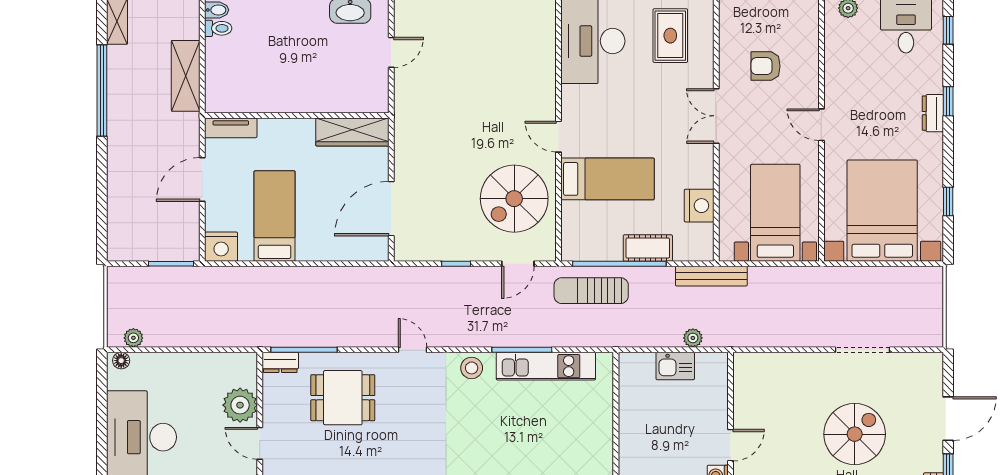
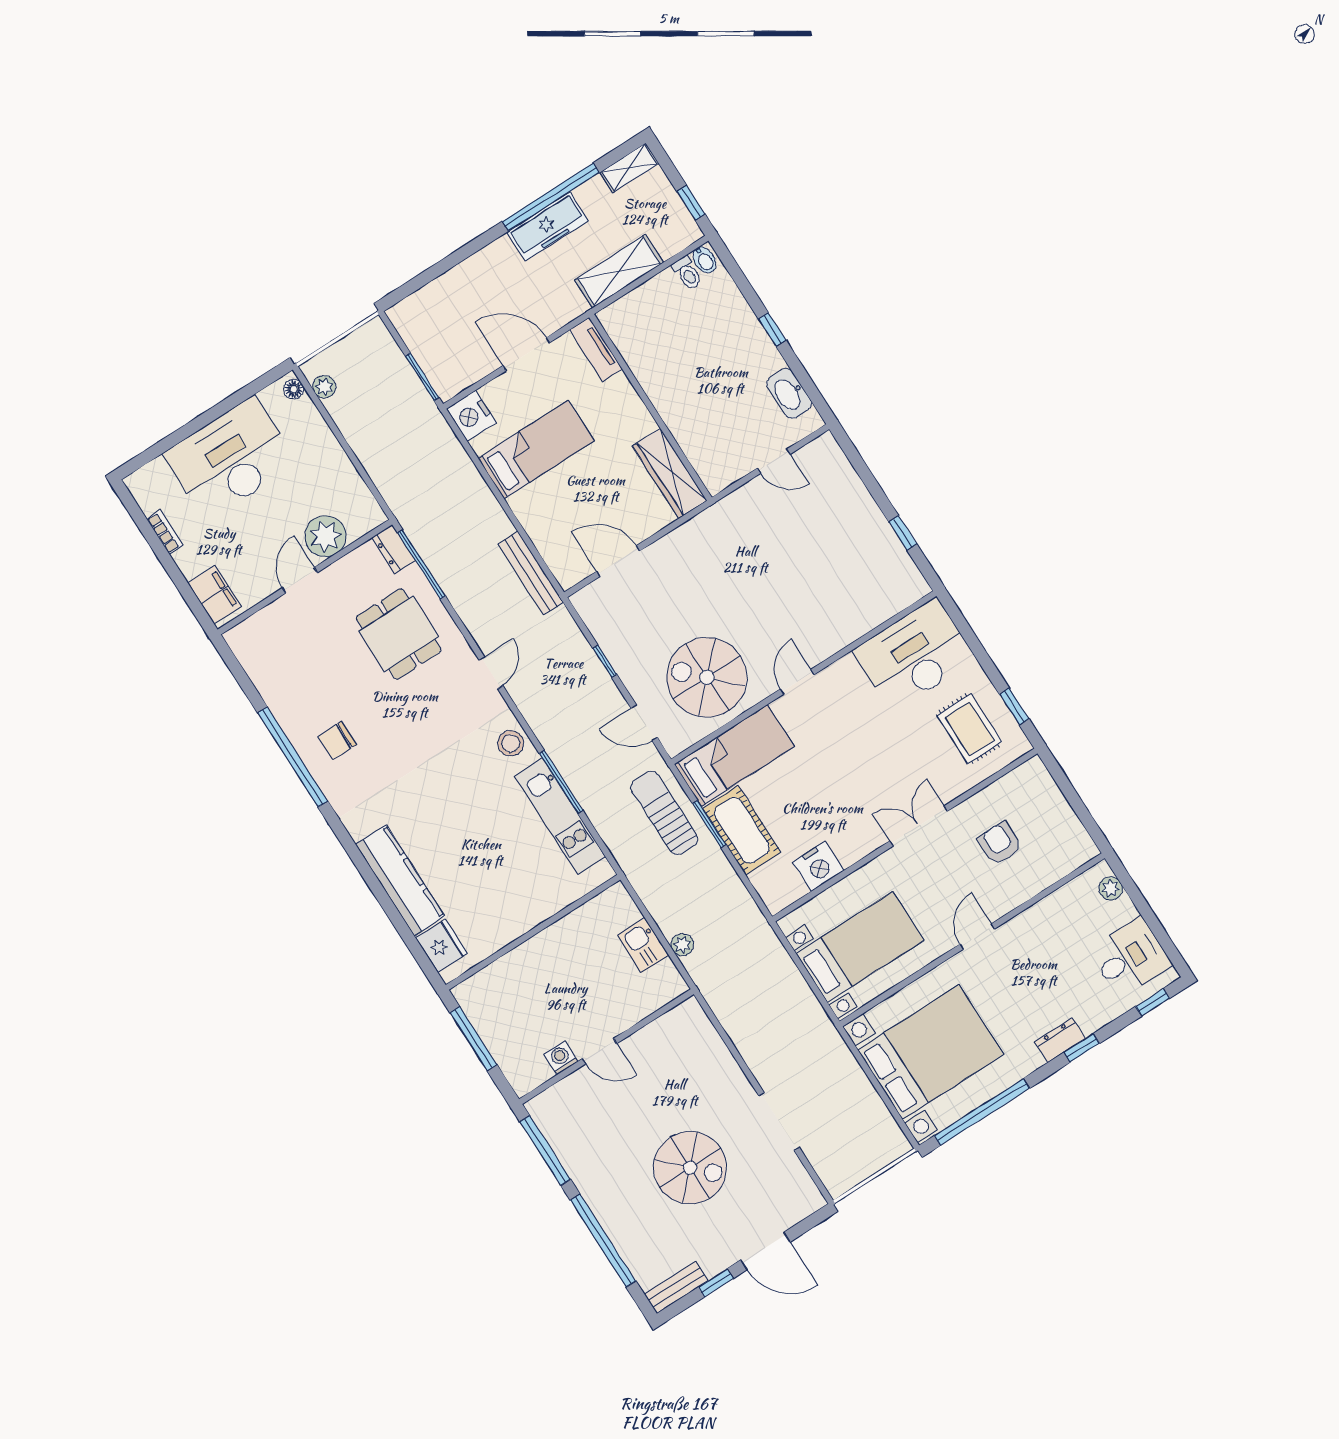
rug: (670, 36) -> (969, 729), turned 90
freezer: (121, 106) -> (548, 226), added
bed: (608, 179) -> (734, 756), moved, turned -90
window: (948, 201) -> (982, 1112), width x3.17
door: (391, 209) -> (618, 561), width x0.73
cot: (648, 248) -> (742, 830), width x1.37, depth x1.34
window: (619, 264) -> (709, 824), width x0.47
bench: (711, 276) -> (531, 573), moved

